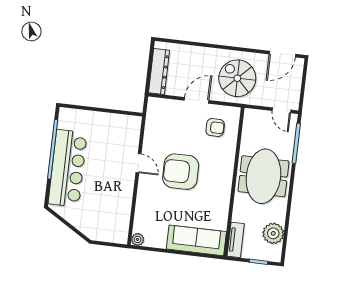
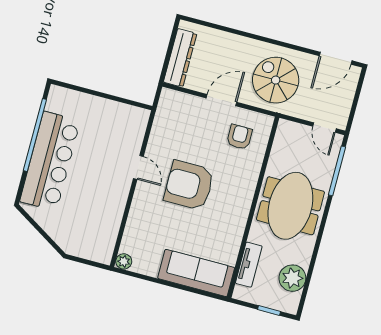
armchair: (215, 127) -> (239, 137), turned -90
tv unit: (236, 240) -> (249, 265), moved

